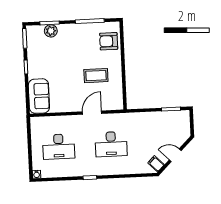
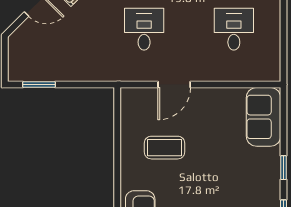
desk: (111, 144) -> (144, 29), width x0.73
desk: (59, 147) -> (234, 29), width x0.73

